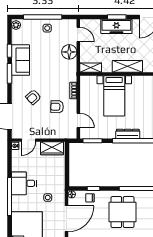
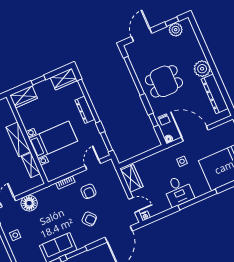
shelving: (91, 68) -> (31, 165), moved

